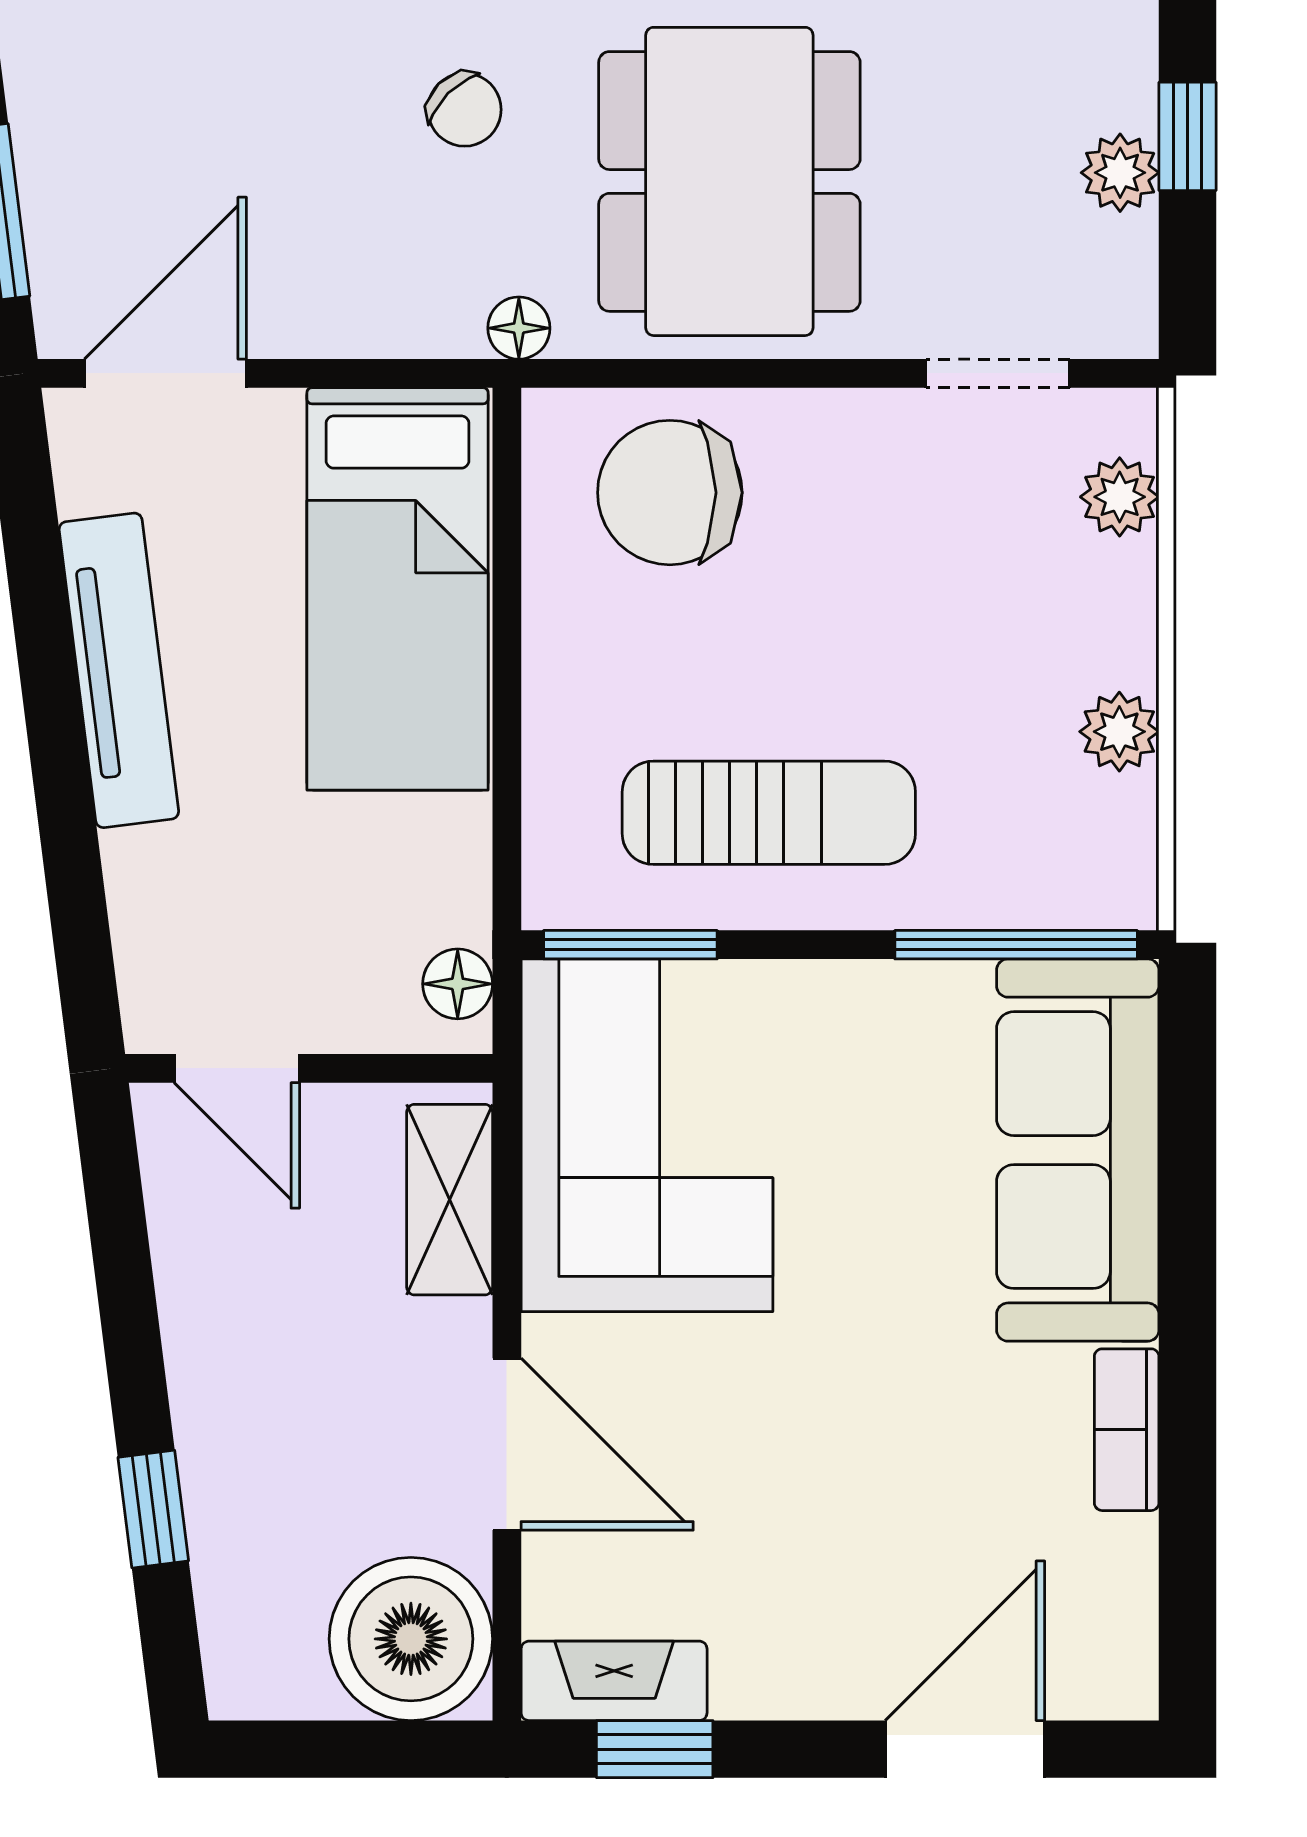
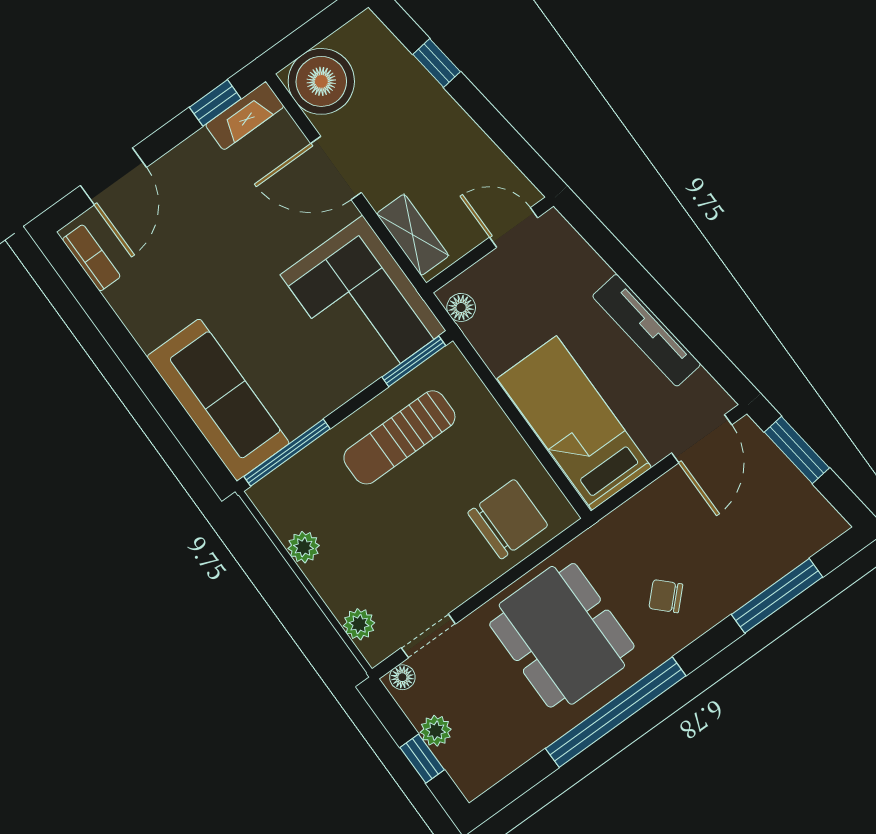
floor lamp: (519, 328) -> (402, 677), moved
bookcase: (1127, 1430) -> (91, 258), moved

